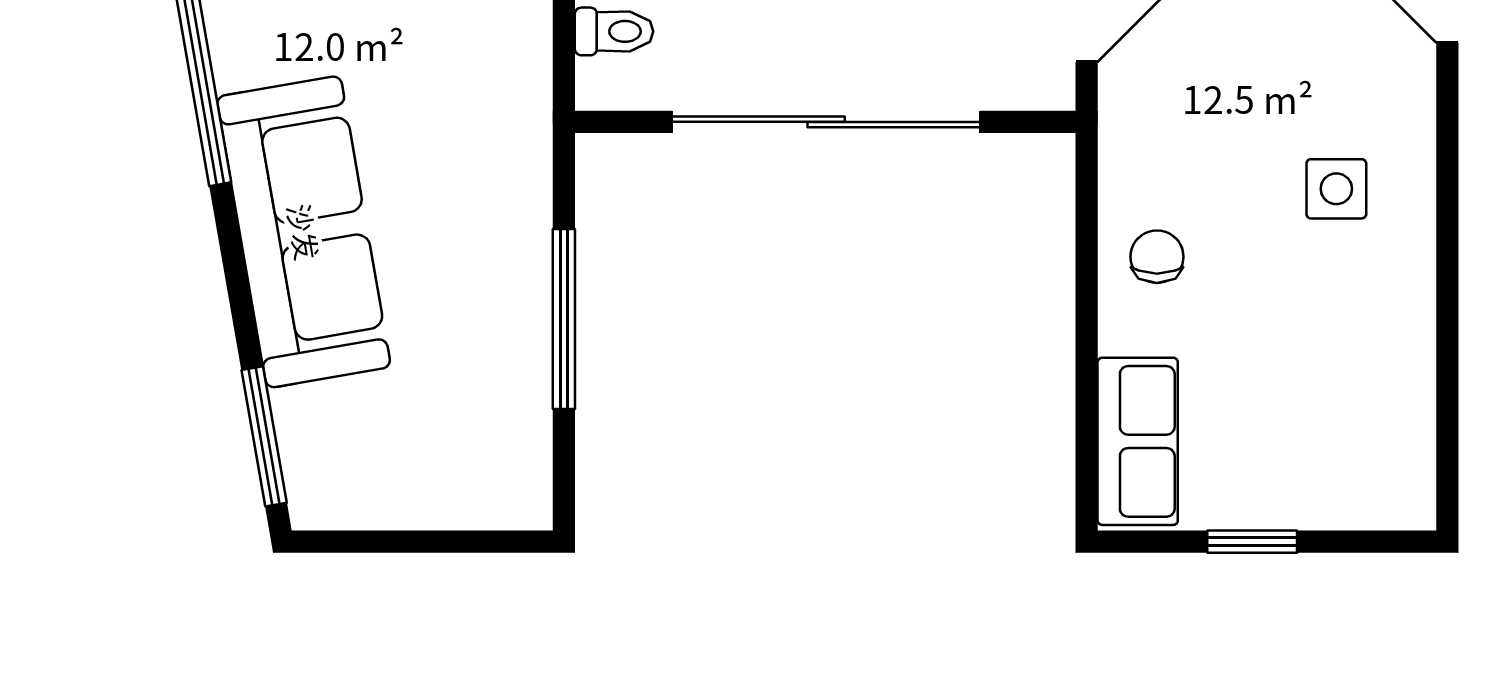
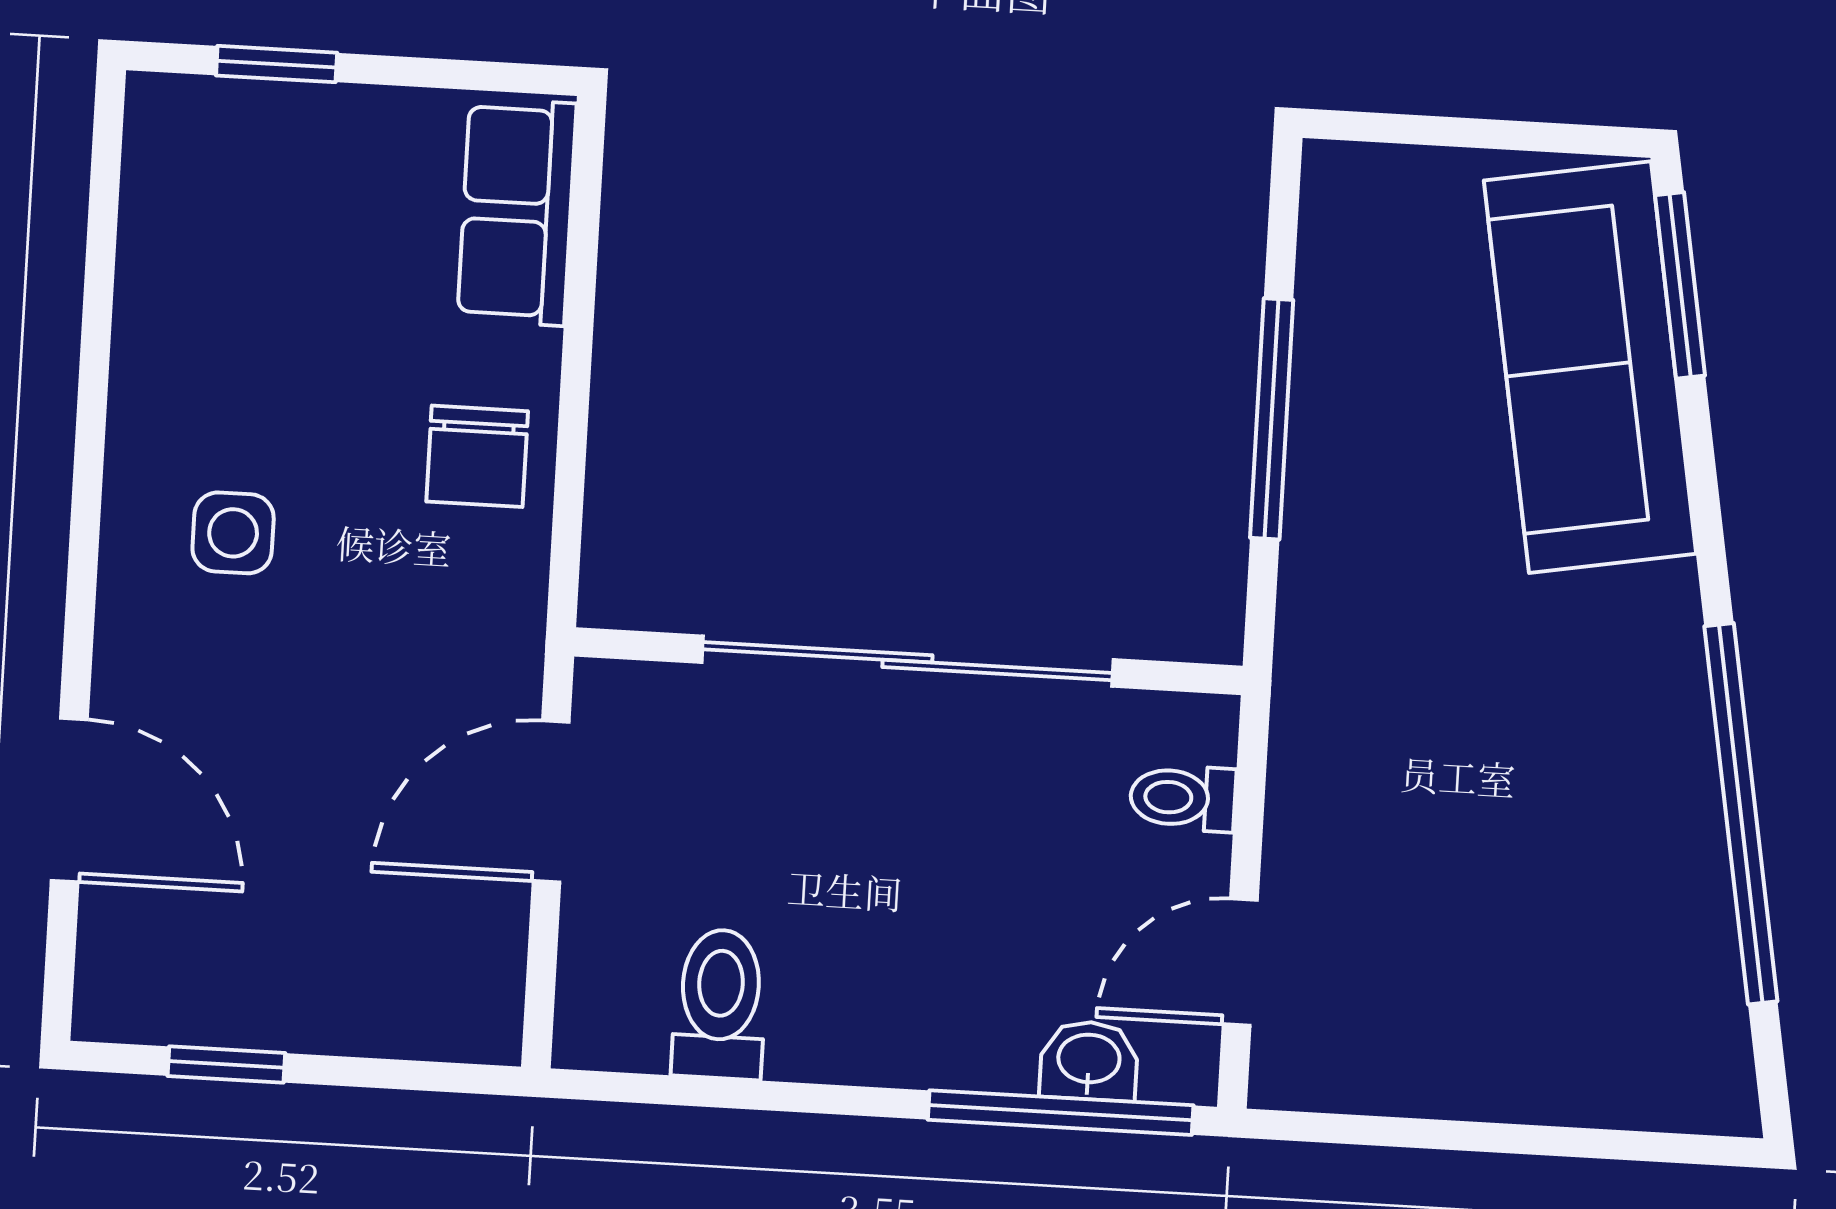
sofa: (304, 232) -> (1590, 367), moved
chair: (1157, 257) -> (477, 456), width x1.37, depth x1.37
window: (1252, 542) -> (277, 64), moved

